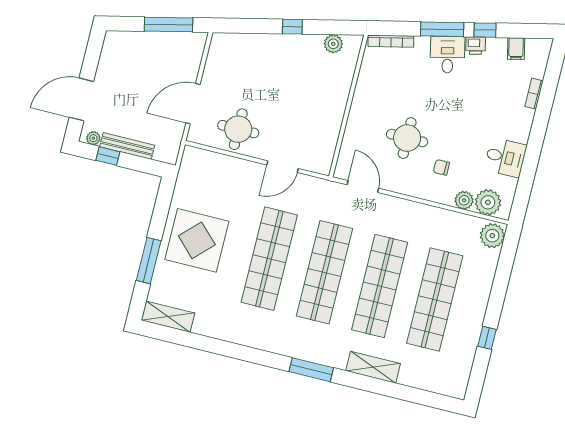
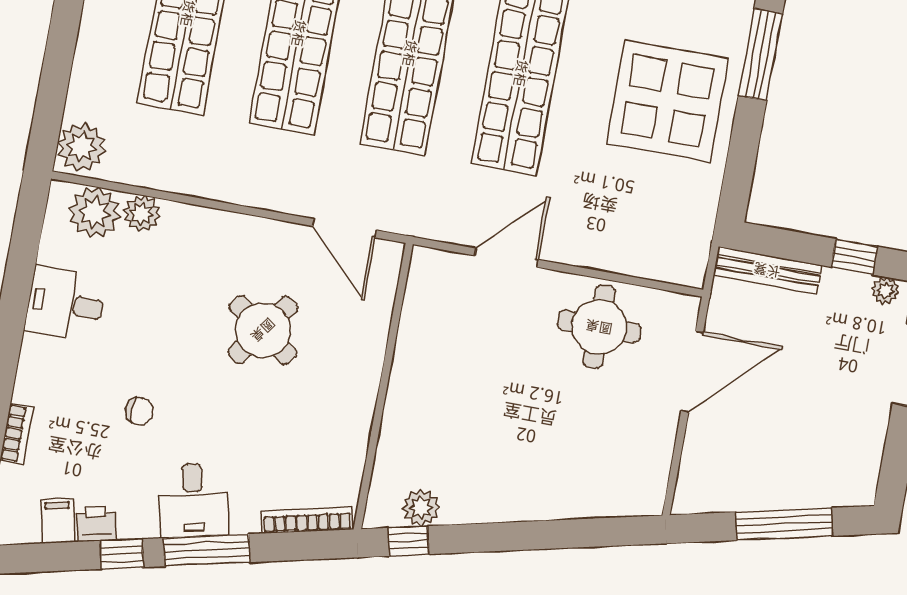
window: (169, 24) -> (784, 524), moved
window: (292, 27) -> (409, 541), moved
printer: (476, 46) -> (96, 524), moved
round table: (407, 138) -> (263, 330), turned 36
bench: (127, 146) -> (767, 270), moved
chair: (441, 167) -> (139, 411), moved

